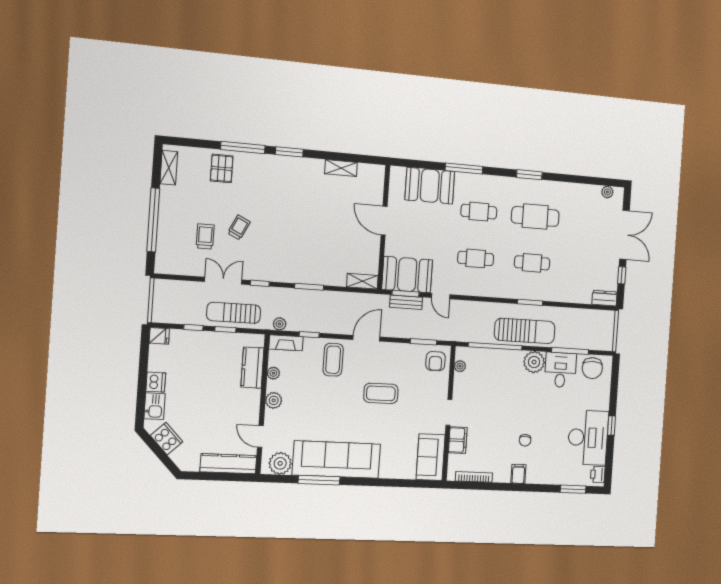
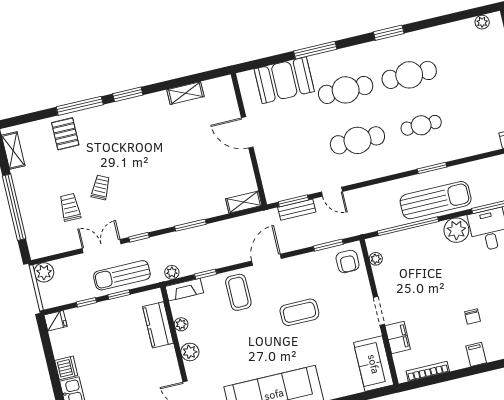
cafe table: (479, 212) -> (346, 90), width x1.37, depth x1.35
cafe table: (476, 258) -> (357, 140), width x1.37, depth x1.35
booth: (407, 275) -> (289, 180), removed
plant: (162, 288) -> (44, 272), added

